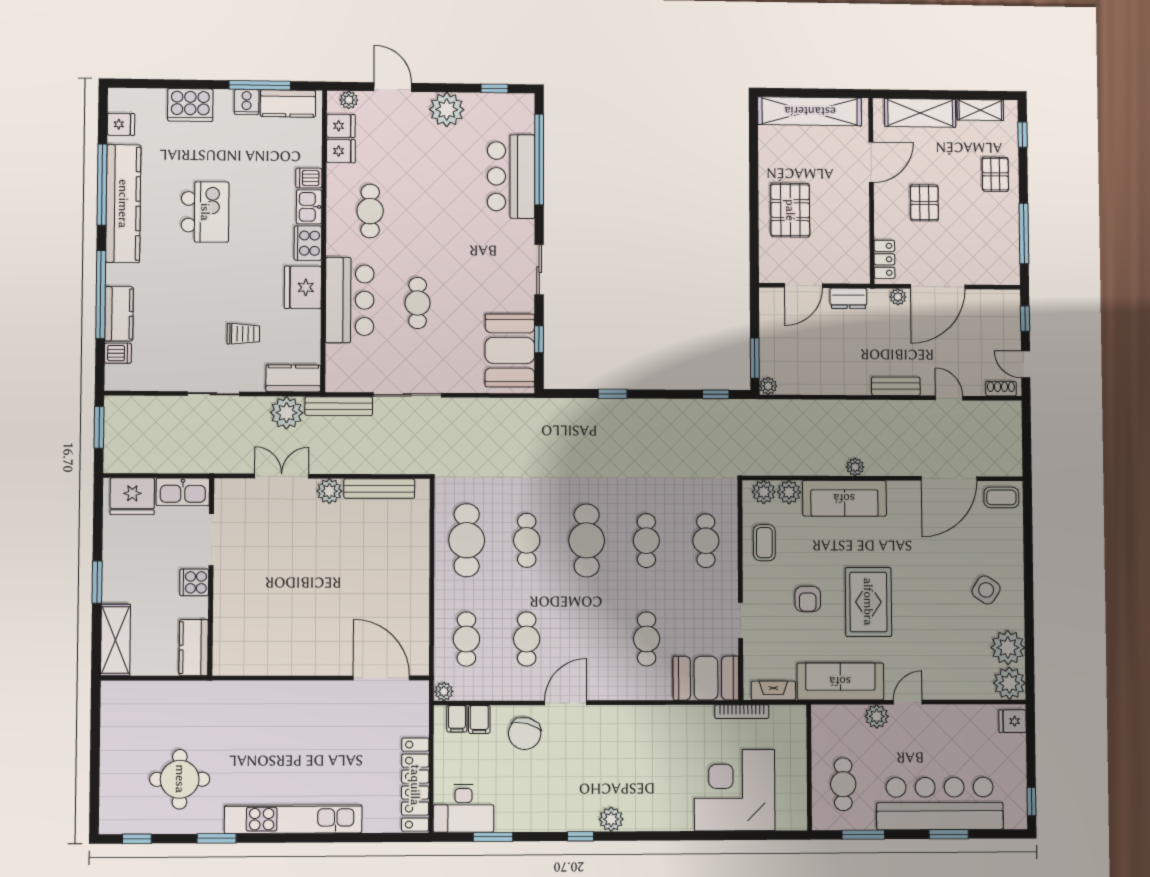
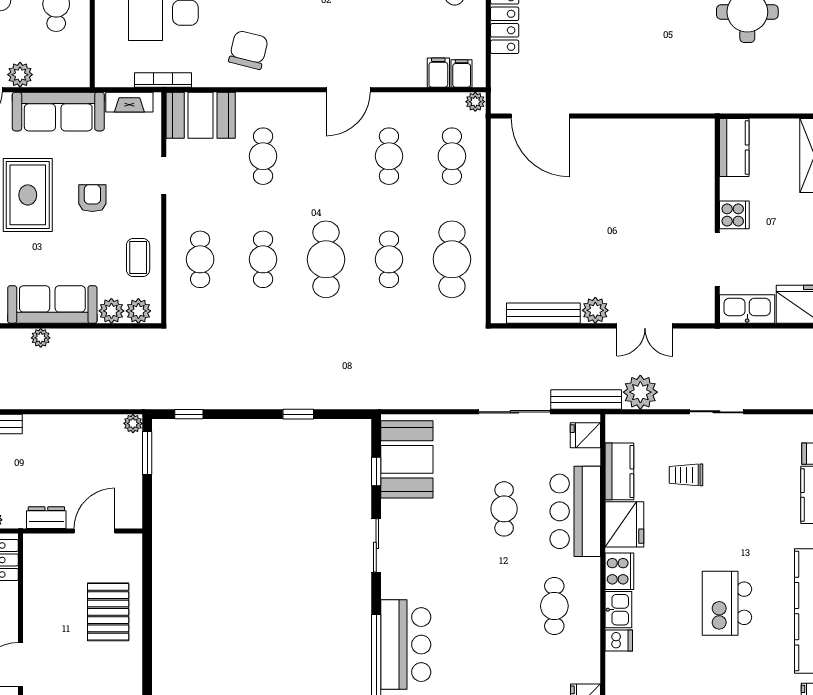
fridge: (341, 151) -> (585, 435), moved
kitchen counter: (293, 378) -> (619, 471), moved, turned -90
chair: (525, 734) -> (248, 50), moved

